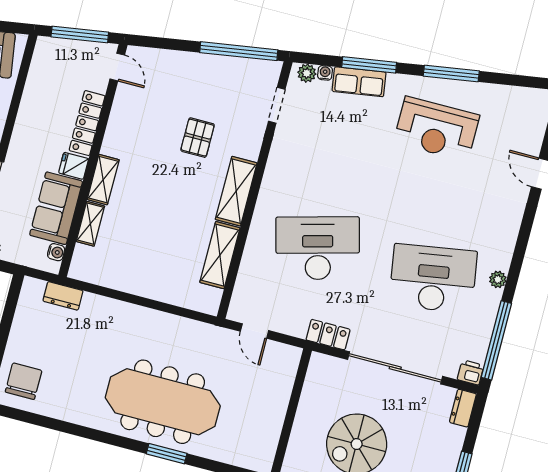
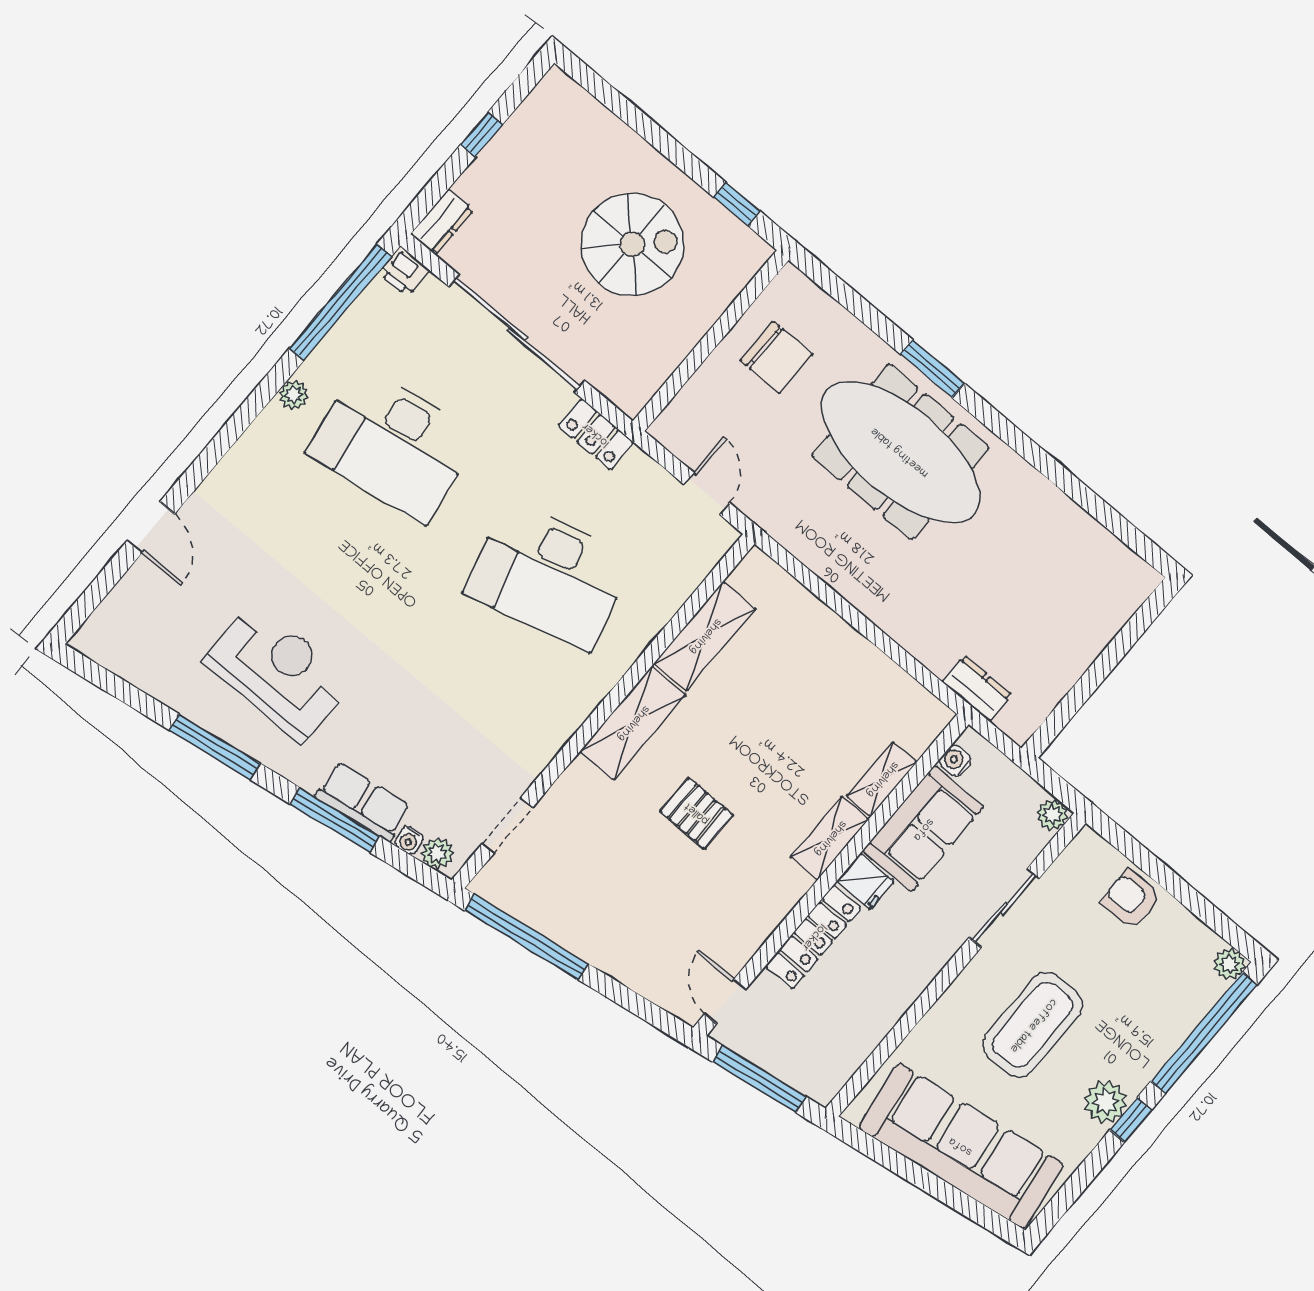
pallet: (198, 138) -> (697, 813), moved, turned 90
chair: (24, 381) -> (777, 357), moved, turned -90

